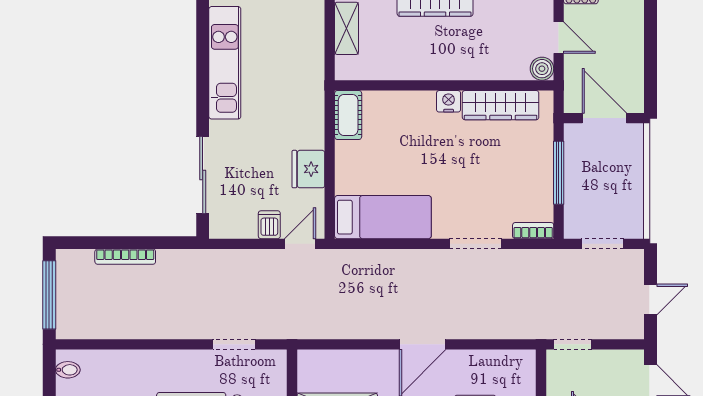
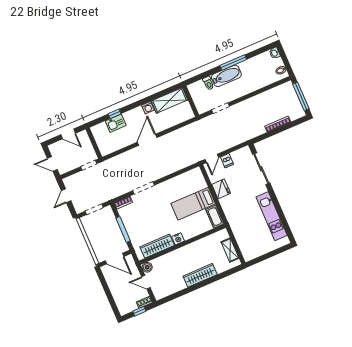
bed: (383, 217) -> (193, 204), moved

